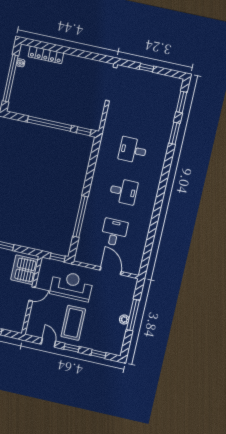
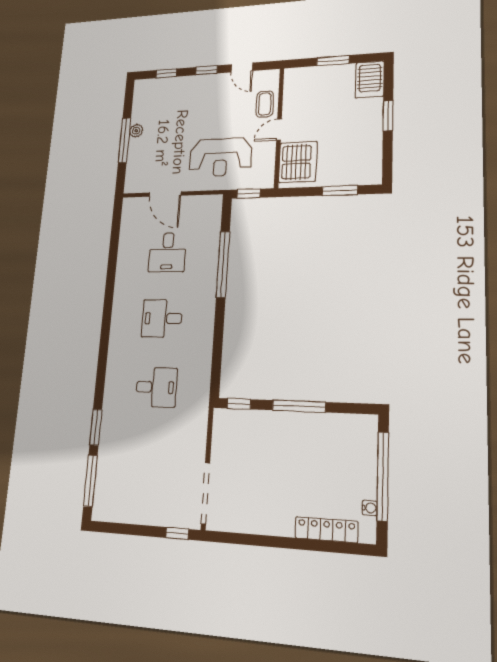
window: (147, 68) -> (177, 533), moved
window: (182, 102) -> (90, 481), width x1.44
window: (49, 124) -> (299, 406), width x0.68
coffee table: (73, 323) -> (265, 104), moved, width x0.54, depth x0.58

